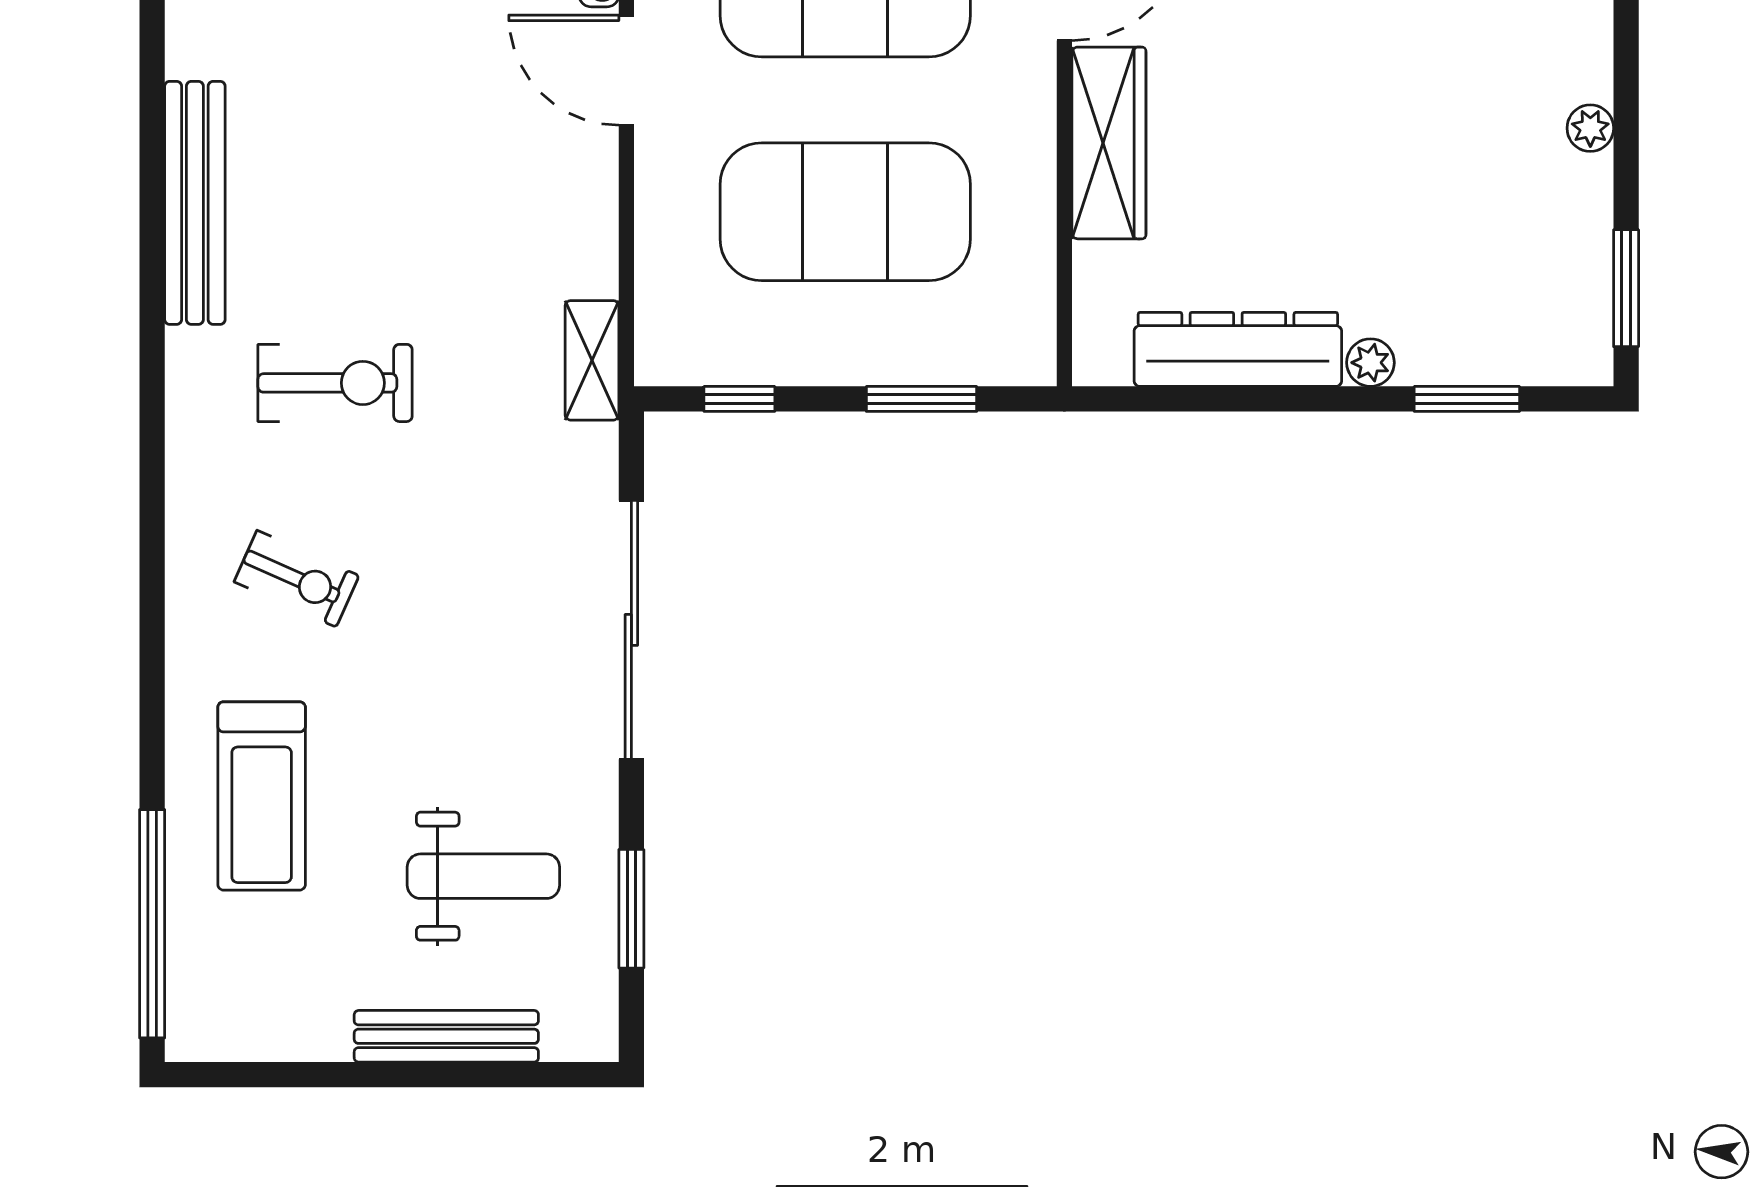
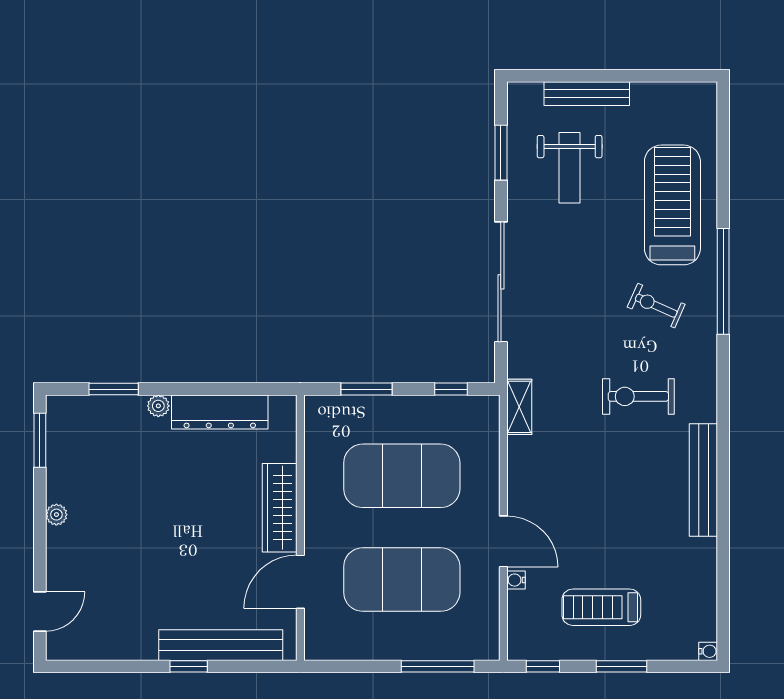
treadmill: (262, 796) -> (672, 205), width x1.37, depth x1.38
weight bench: (483, 876) -> (570, 168), turned -90
window: (152, 924) -> (723, 281), moved

